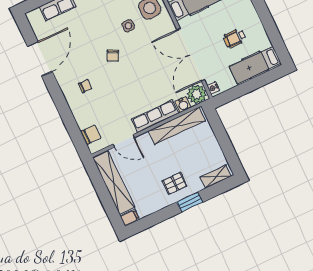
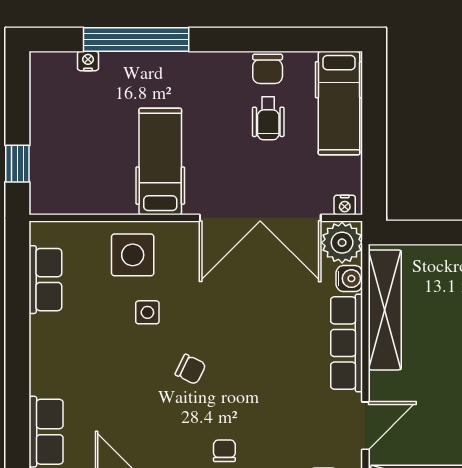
chair: (255, 28) -> (268, 69), added

